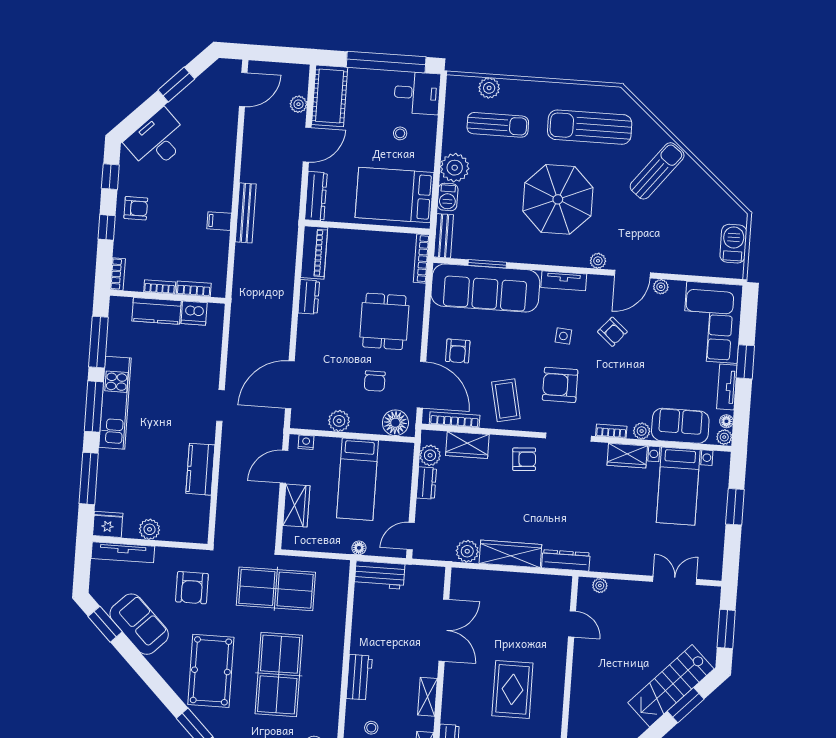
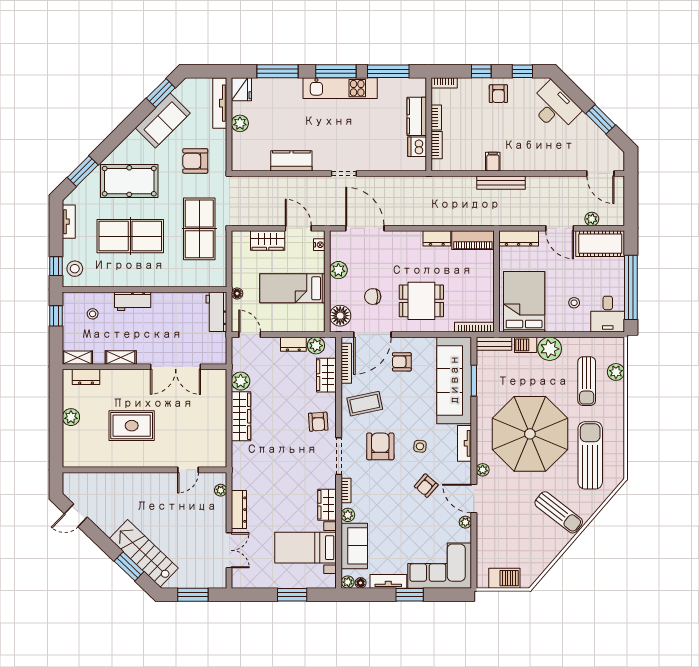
parasol: (558, 199) -> (530, 434), width x1.36, depth x1.36
dresser: (566, 560) -> (239, 510), moved

